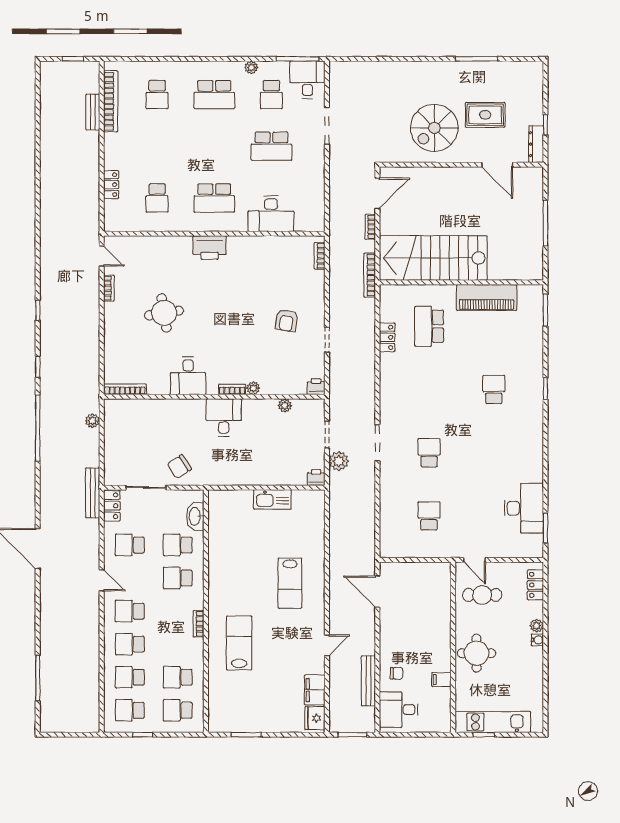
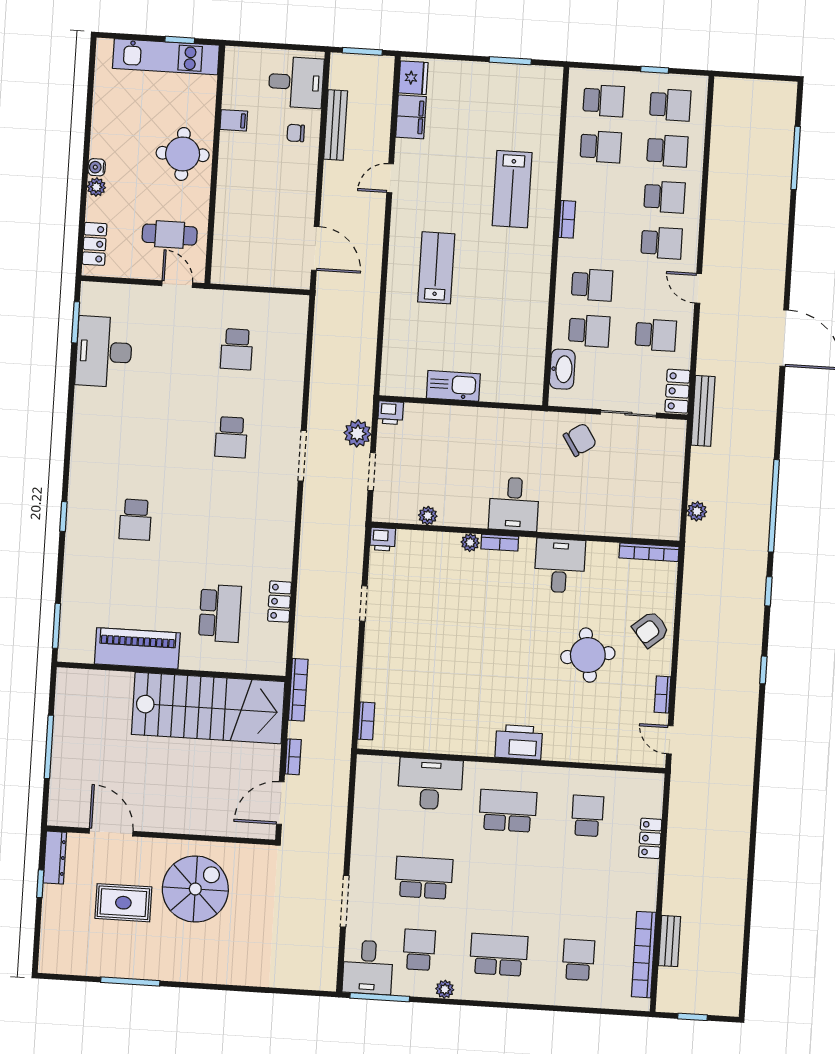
armchair: (286, 320) -> (651, 629), moved, turned -138

